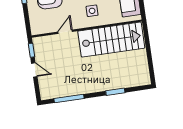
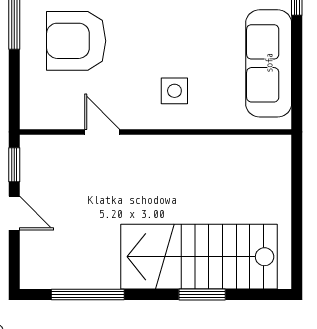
door: (65, 32) -> (102, 132), hinge flipped
stairs: (111, 40) -> (199, 257), moved, turned 180

